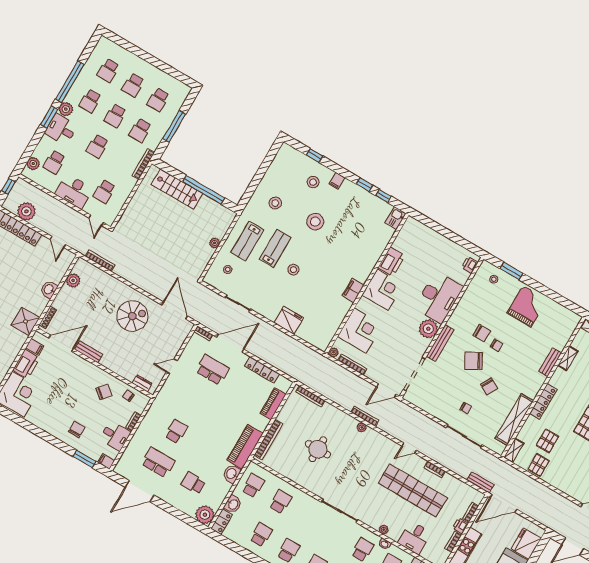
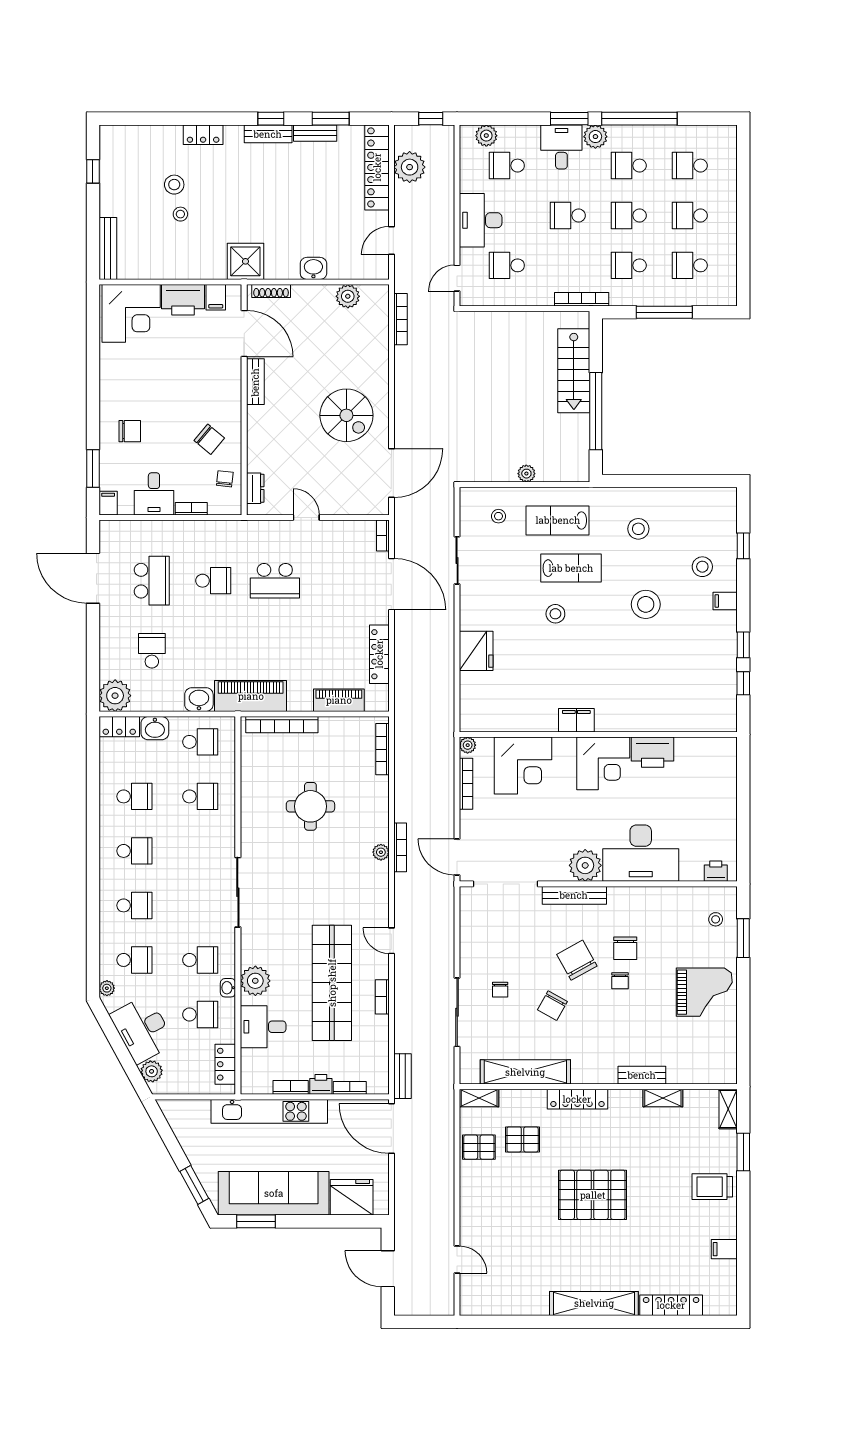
kitchen sink: (395, 218) -> (721, 720), removed
school desk: (212, 370) -> (275, 581), moved, turned 90
plant: (384, 530) -> (255, 981), width x1.88, depth x1.88

